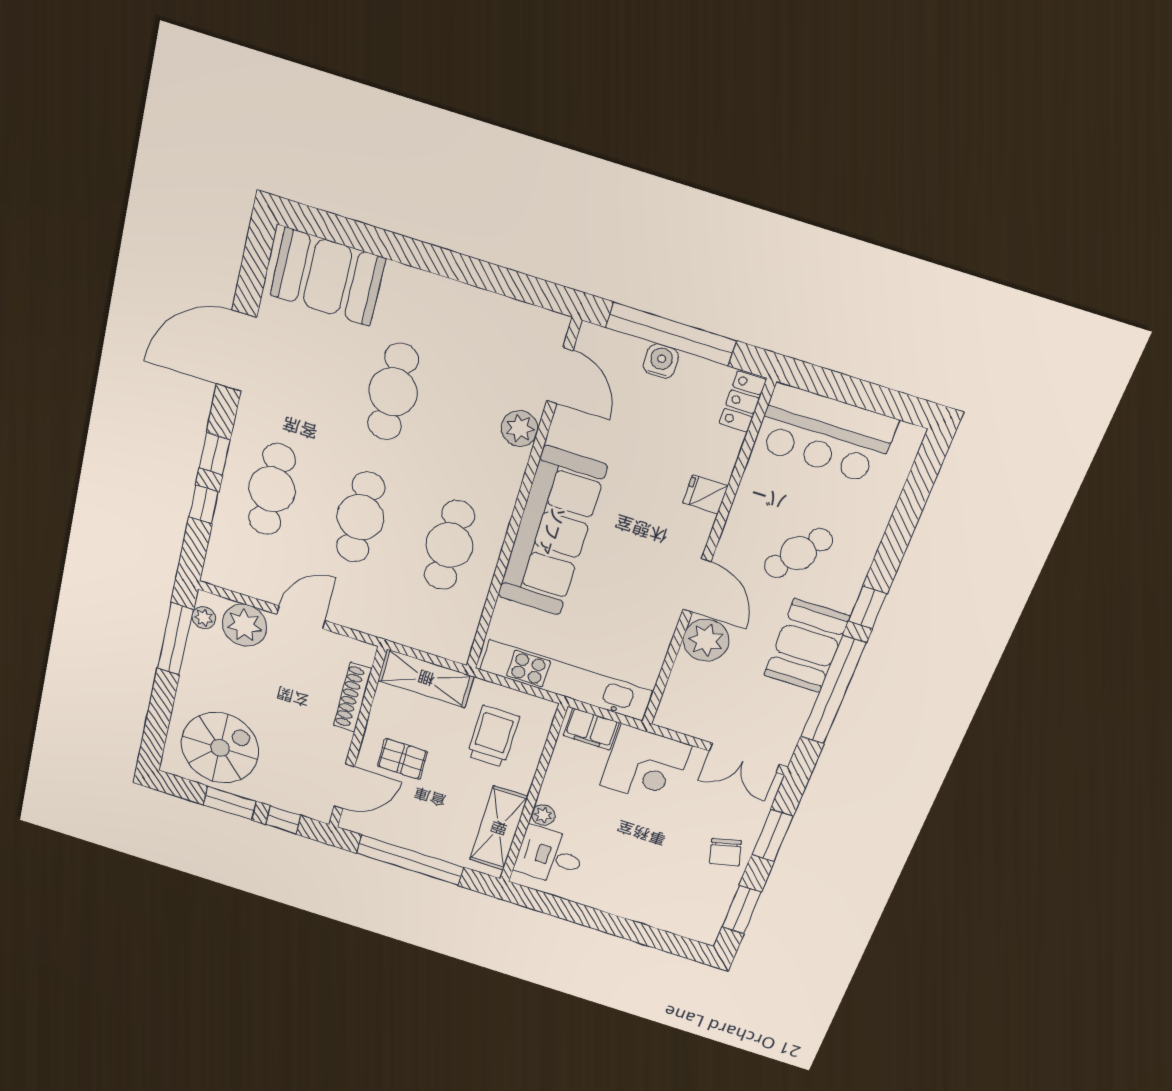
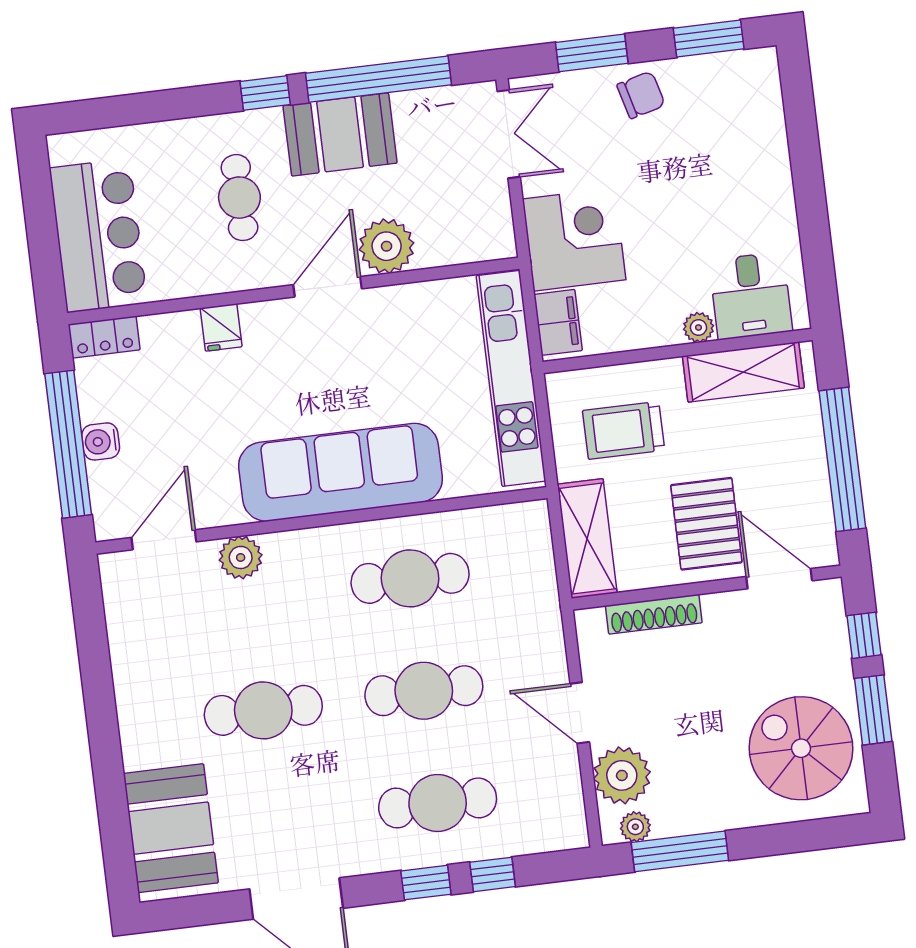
cafe table: (798, 553) -> (239, 198), turned 52
pallet: (403, 759) -> (706, 524), width x1.50, depth x1.42

